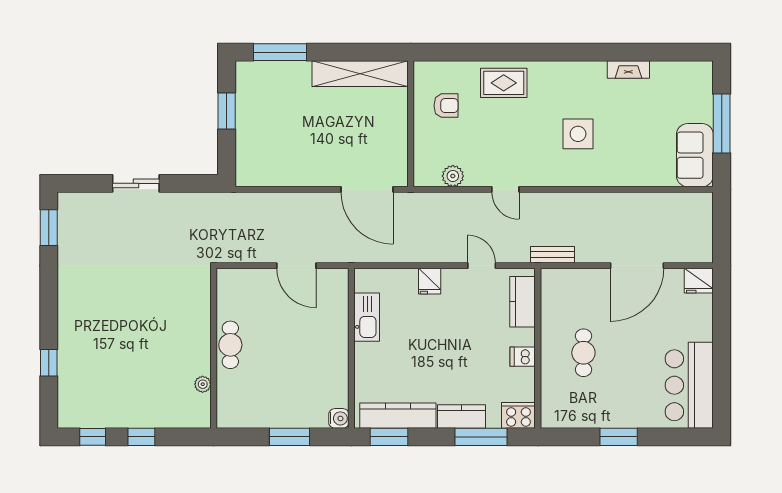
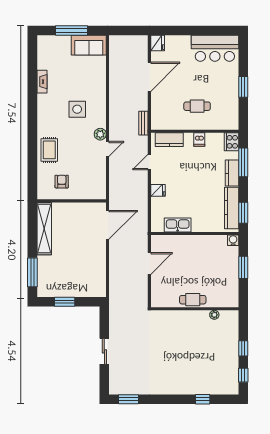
plant: (453, 176) -> (100, 134), moved
door: (637, 266) -> (149, 77), hinge flipped

